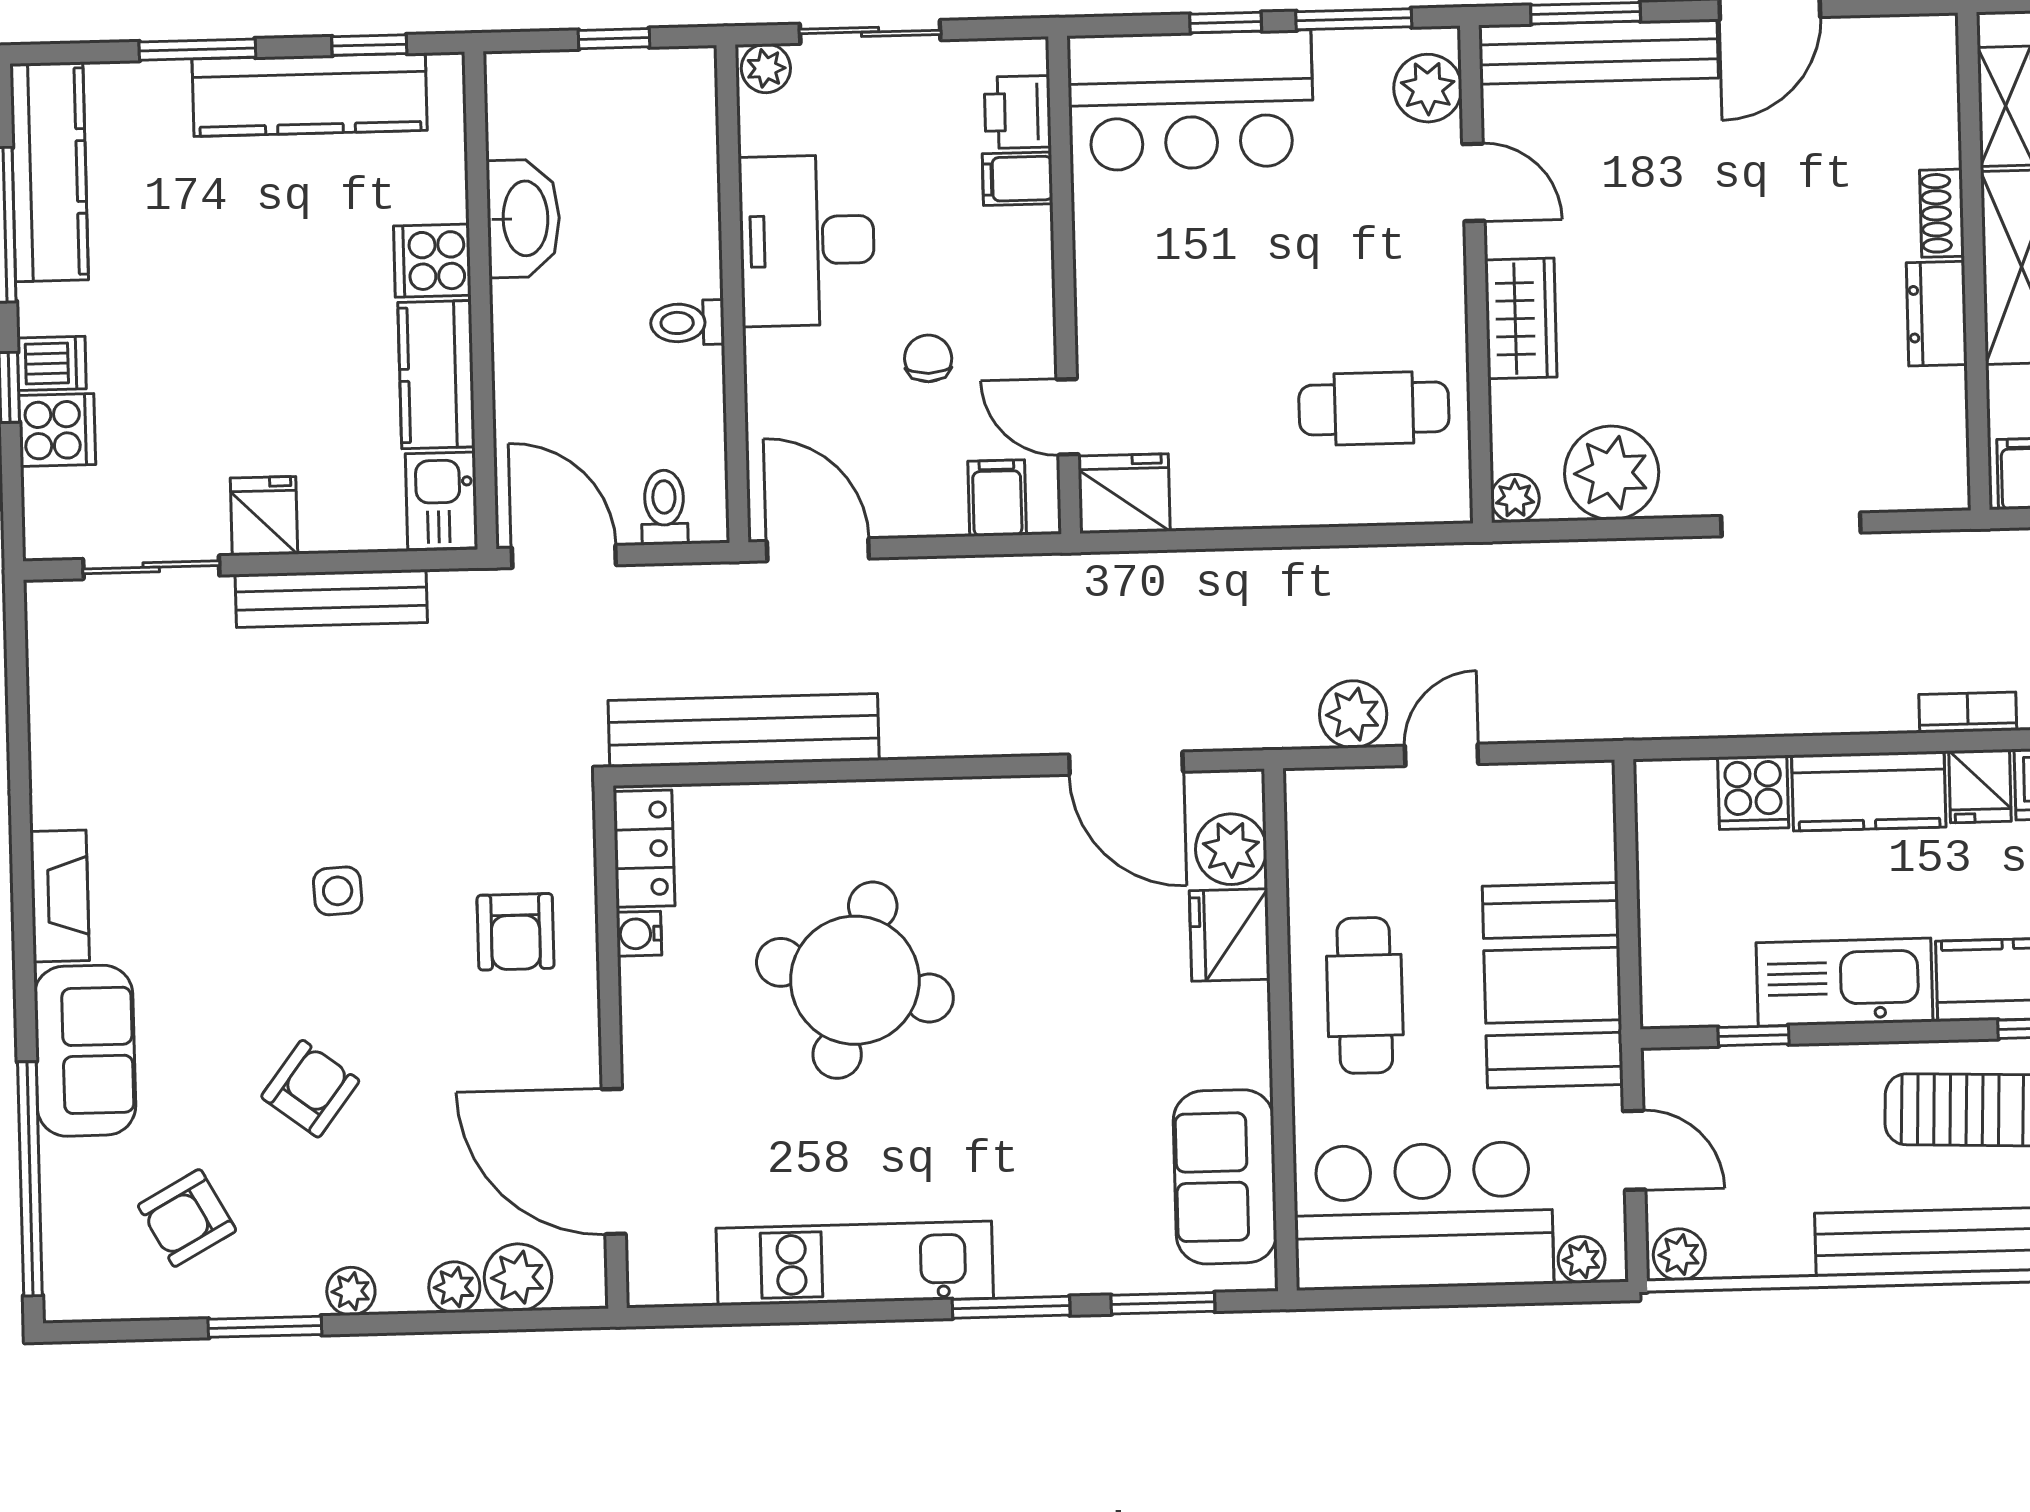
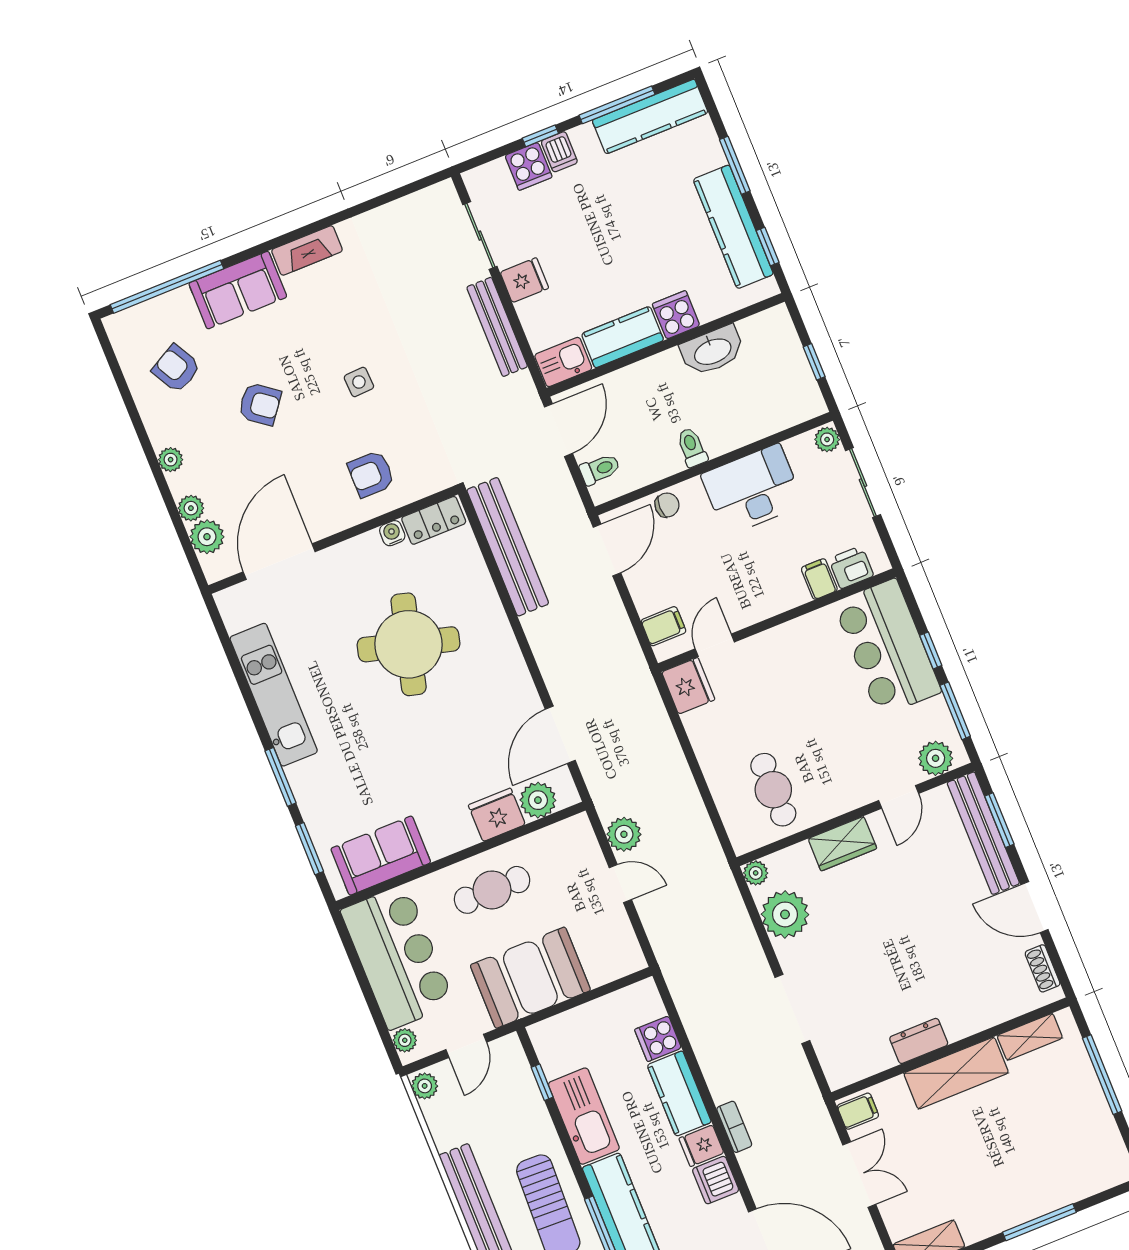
shoe rack: (1942, 213) -> (1043, 968), moved, turned -90
chair: (928, 358) -> (667, 505), moved
window: (265, 1327) -> (138, 425), removed

